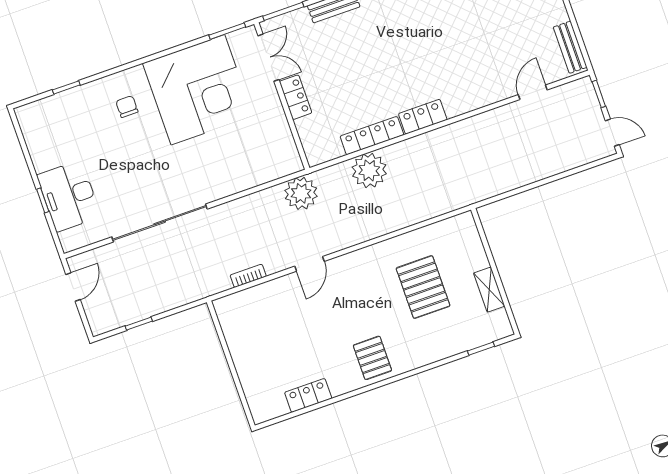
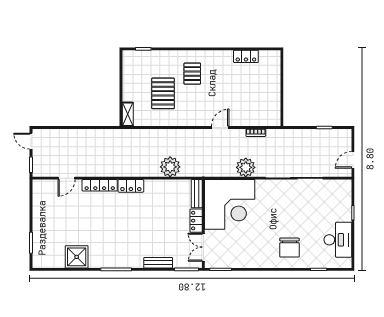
bench: (570, 47) -> (197, 194), moved
corner desk: (198, 90) -> (230, 204), moved, turned 180
chair: (127, 107) -> (289, 248), width x1.87, depth x1.87
locker: (372, 136) -> (100, 185), moved
plant: (301, 193) -> (246, 167), moved
desk: (69, 196) -> (338, 240), moved
shelving: (489, 290) -> (128, 114), moved
pallet: (372, 358) -> (192, 74), moved

